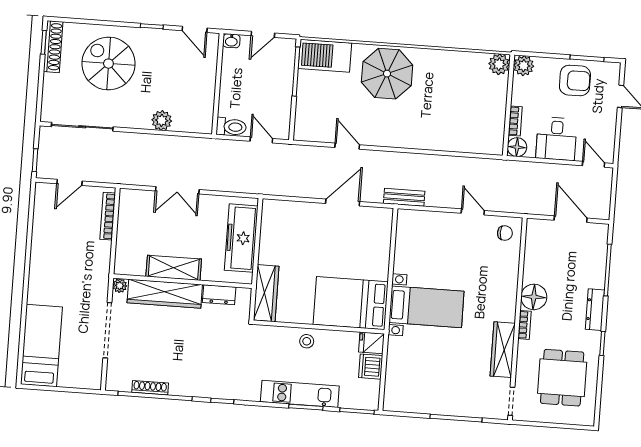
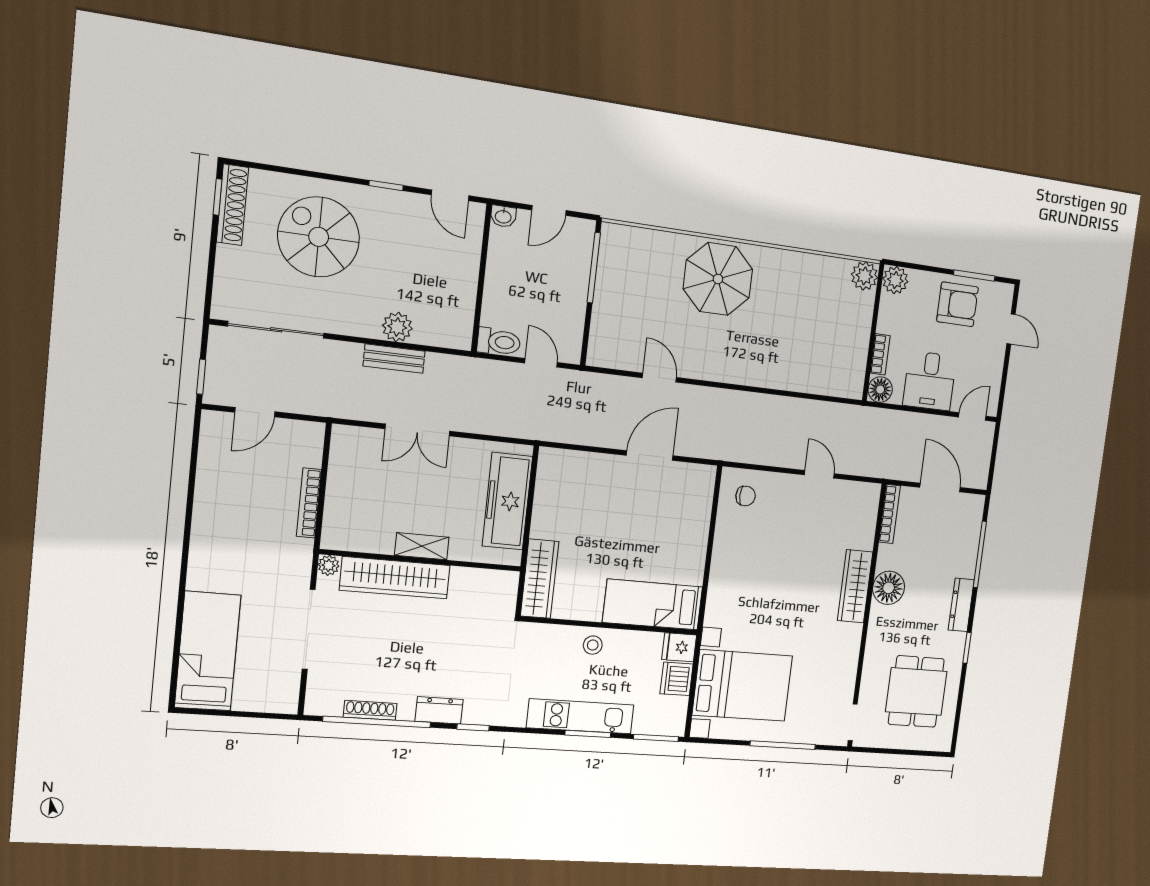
barbecue: (325, 56) -> (635, 248), removed
door: (593, 164) -> (972, 417), hinge flipped
bench: (404, 197) -> (394, 359), moved
bookcase: (108, 216) -> (309, 503), moved
chair: (505, 233) -> (746, 496), moved
shelving: (174, 268) -> (422, 546), width x0.67, depth x0.75
dresser: (219, 295) -> (439, 710), moved, turned 180
bed: (351, 303) -> (653, 605), width x0.67
bed with nightstands: (426, 307) -> (742, 685), moved, width x1.36
bookcase: (525, 325) -> (889, 514), moved, width x1.56
wardrobe: (503, 350) -> (855, 586), moved

